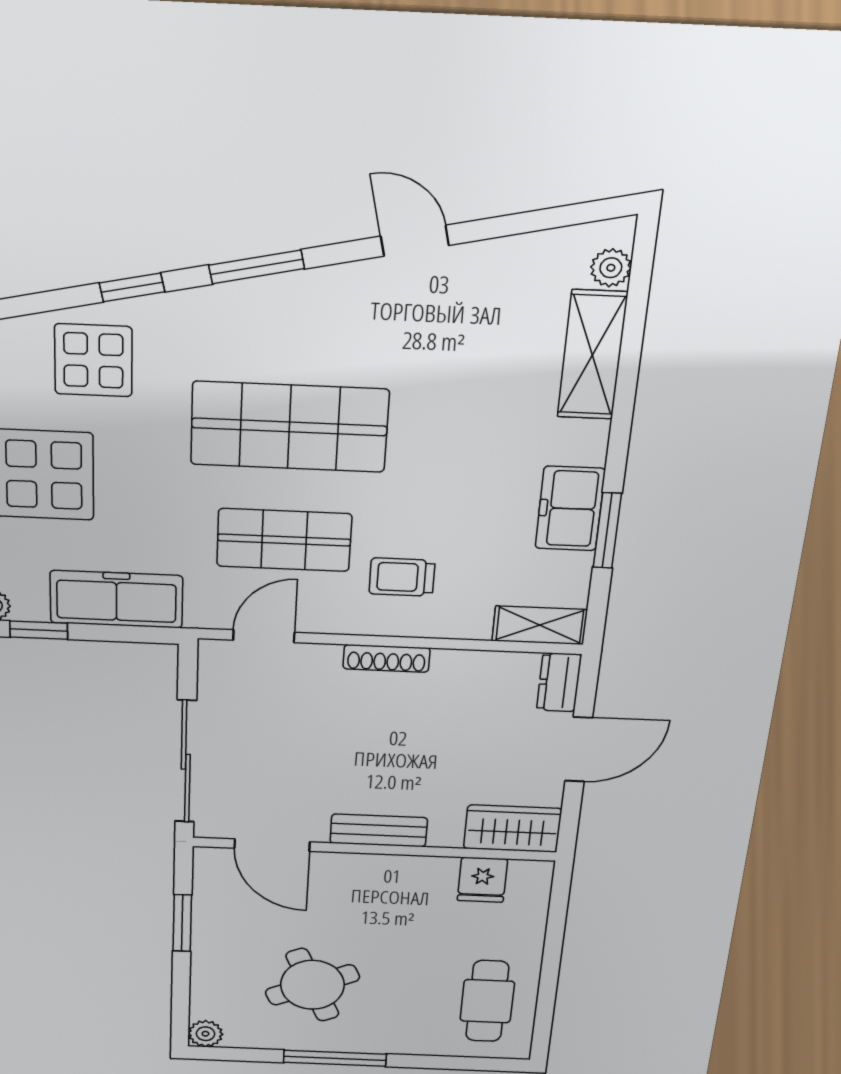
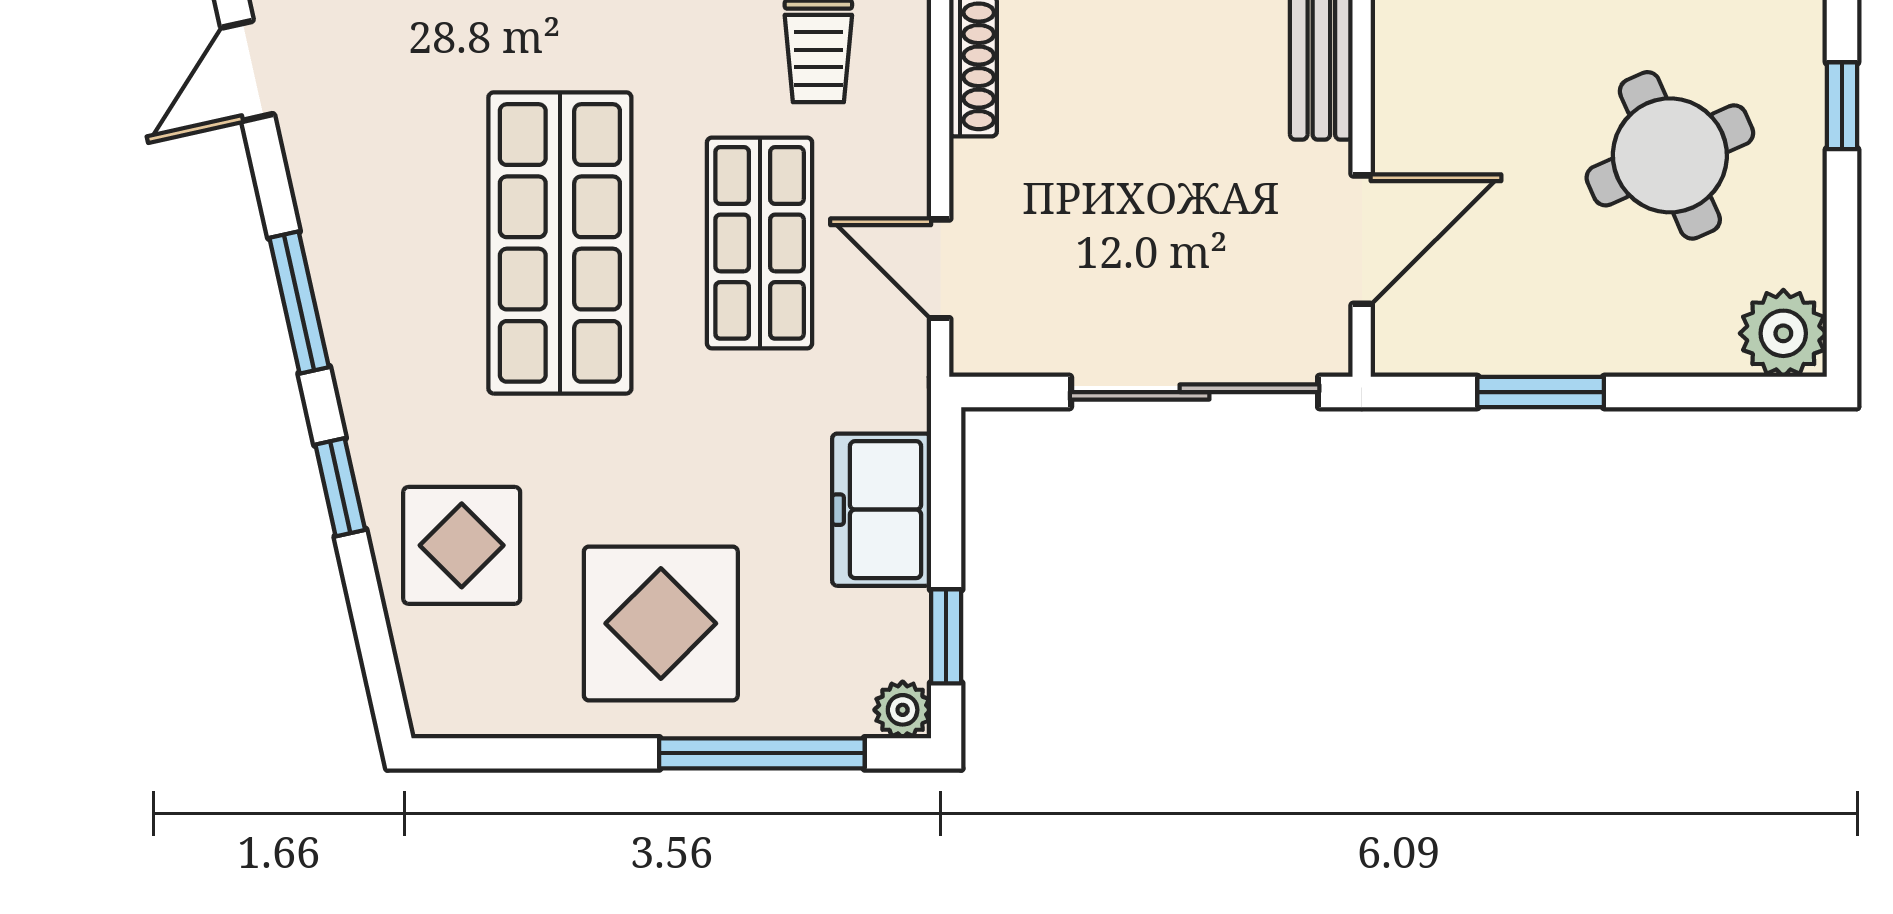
freezer: (116, 599) -> (882, 510), width x0.71
plant: (205, 1034) -> (1783, 333), width x1.38, depth x1.38
window: (335, 1058) -> (1842, 106), width x0.46

